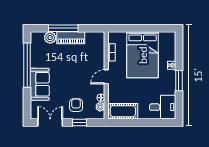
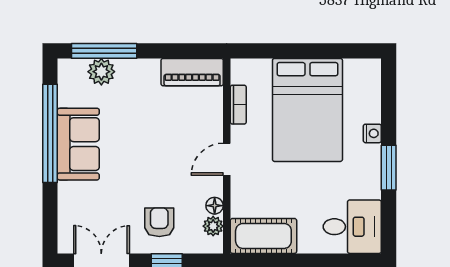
window: (63, 28) -> (104, 51), moved
piano: (71, 38) -> (192, 72), moved
sofa: (40, 84) -> (78, 144), moved

